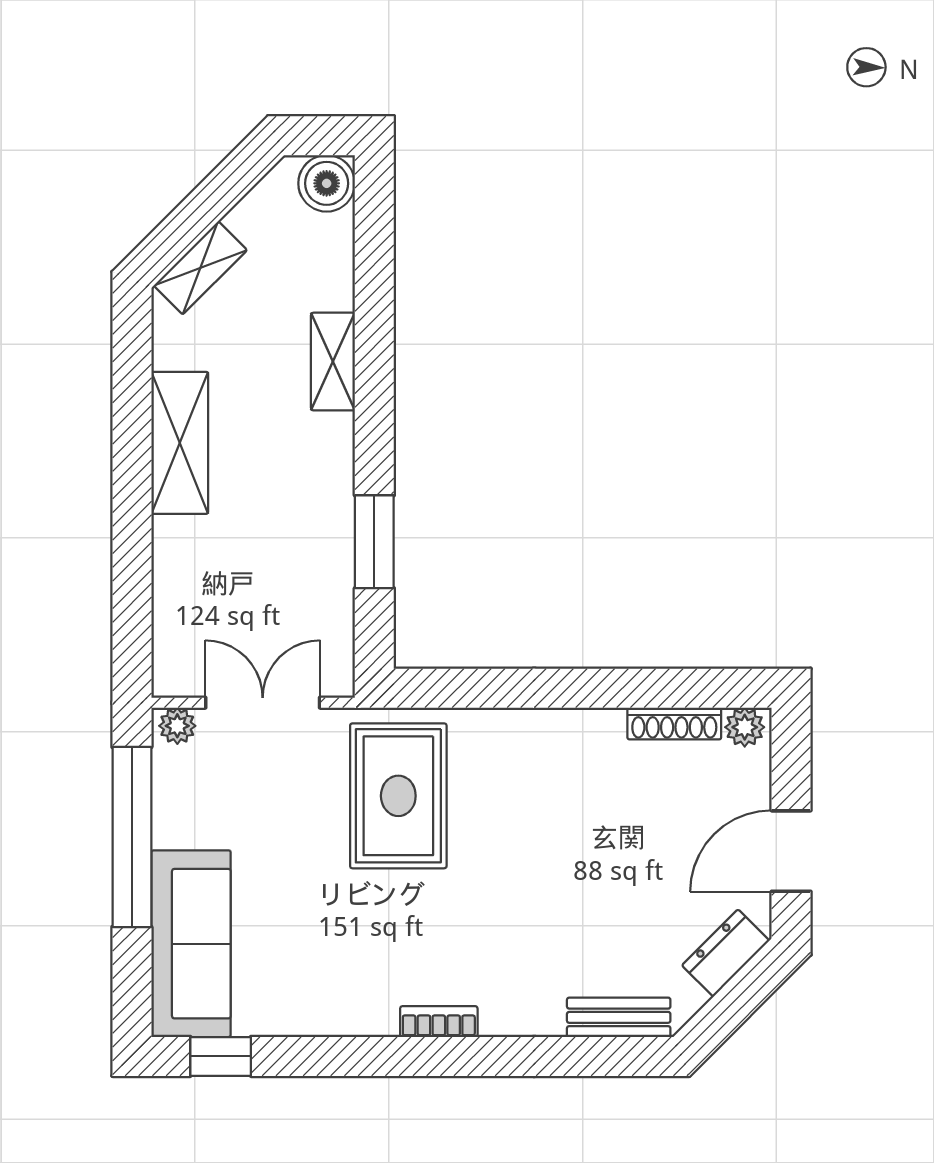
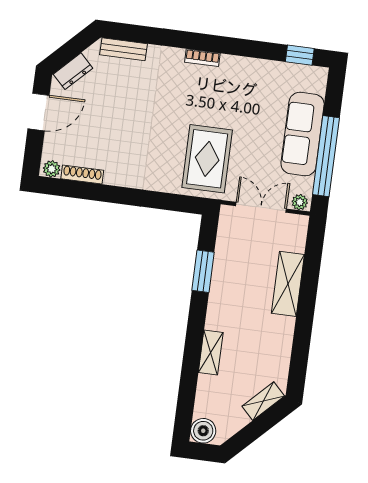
shelving: (180, 443) -> (288, 284), moved
double door: (263, 703) -> (261, 207), swing flipped
sofa: (191, 944) -> (303, 134), moved

